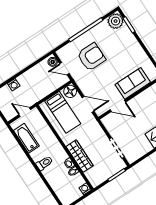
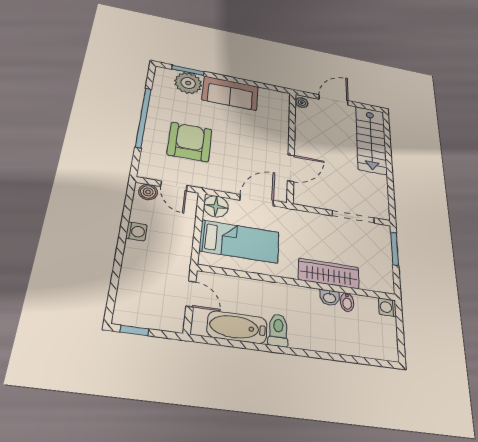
plant: (116, 21) -> (188, 83), moved
door: (64, 69) -> (174, 186), hinge flipped
sofa: (133, 83) -> (230, 93), moved, turned -90
washing machine: (14, 85) -> (137, 231), moved
door: (25, 112) -> (191, 294), swing flipped
toilet: (44, 163) -> (278, 330), moved

